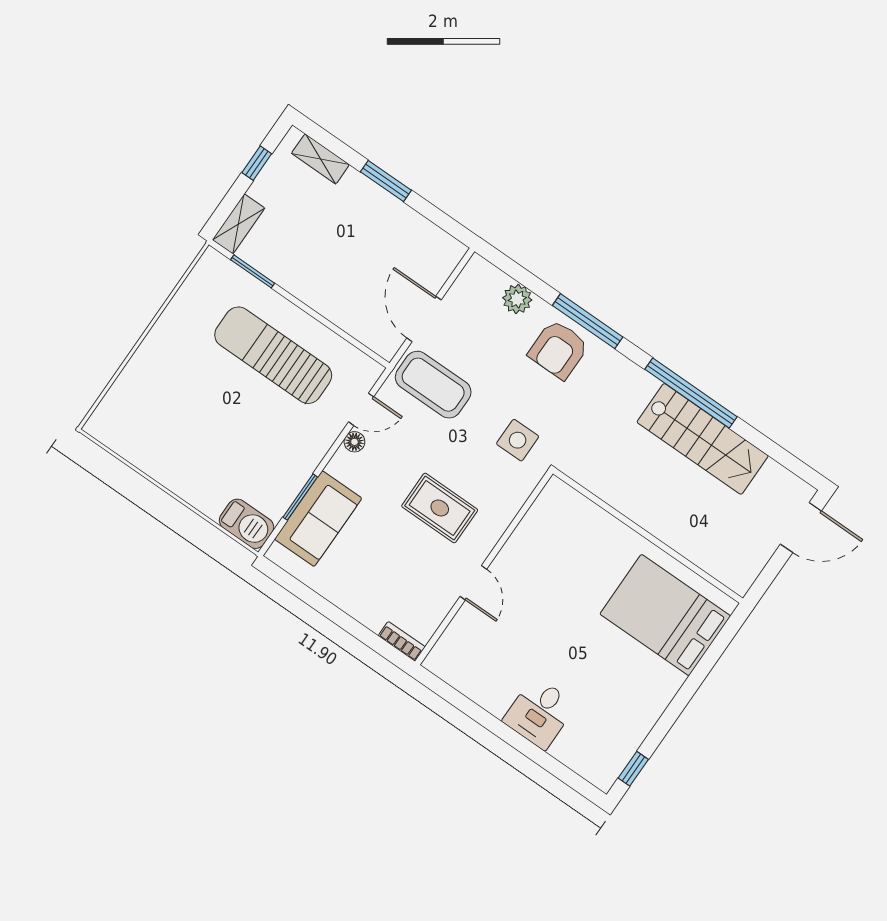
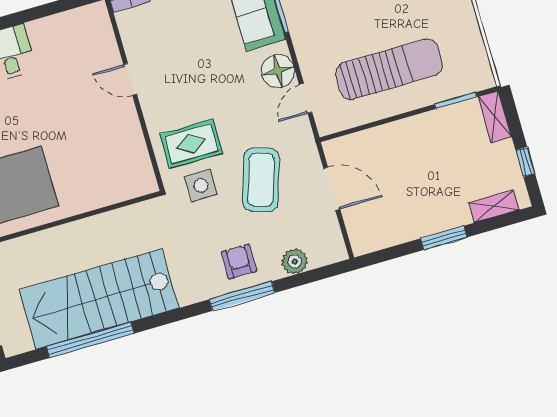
armchair: (558, 350) -> (239, 261), width x0.72, depth x0.72
coffee table: (433, 385) -> (261, 180), moved, turned -72
window: (691, 393) -> (90, 340), moved
stairs: (703, 439) -> (99, 299), width x1.36, depth x1.51
floor lamp: (354, 442) -> (278, 71), width x1.89, depth x1.89
rug: (440, 508) -> (191, 144), moved

